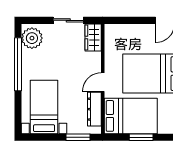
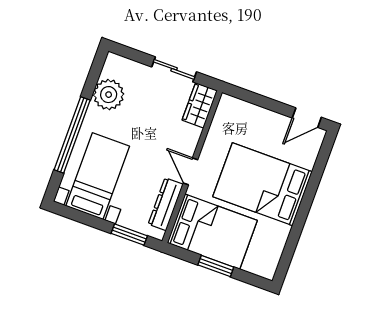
plant: (32, 38) -> (109, 95), moved
window: (18, 64) -> (72, 135), moved
door: (103, 82) -> (190, 171), hinge flipped

